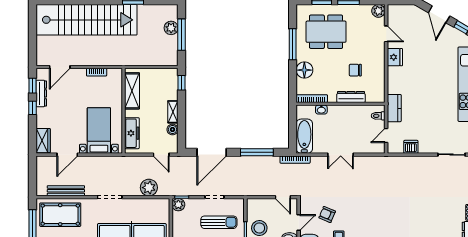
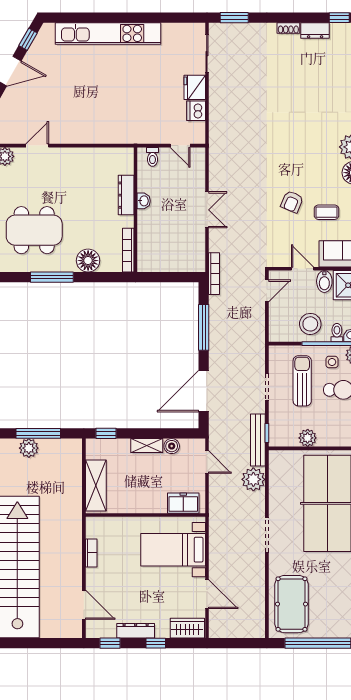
dining table: (326, 32) -> (34, 230), turned 90
fridge: (395, 57) -> (195, 87), moved, turned -90
chair: (355, 70) -> (88, 189), removed
shelving: (132, 91) -> (96, 485), moved, turned 90
dresser: (41, 93) -> (136, 631), moved
window: (32, 108) -> (156, 643), moved
kitchen counter: (394, 108) -> (142, 134), removed
washbasin: (321, 110) -> (144, 201), moved
freezer: (132, 133) -> (183, 503), width x0.71
bathtub: (304, 136) -> (181, 261), removed
door: (212, 152) -> (204, 391), swing flipped
door: (161, 155) -> (207, 462), hinge flipped
bench: (66, 191) -> (258, 440), moved
plant: (178, 205) -> (308, 438), moved
armchair: (327, 214) -> (292, 202), moved

